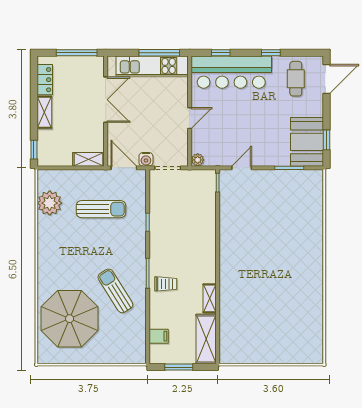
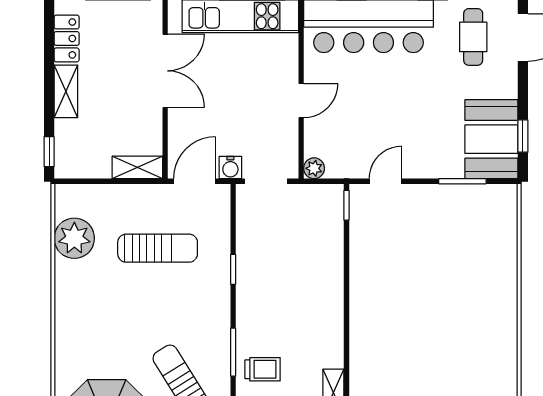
door: (124, 168) -> (195, 181), hinge flipped

